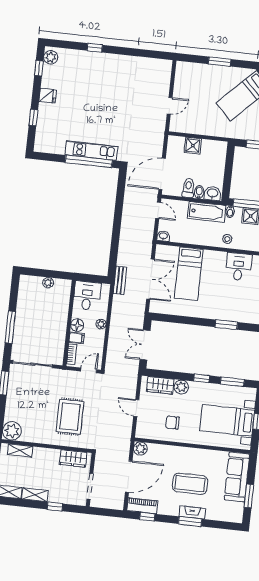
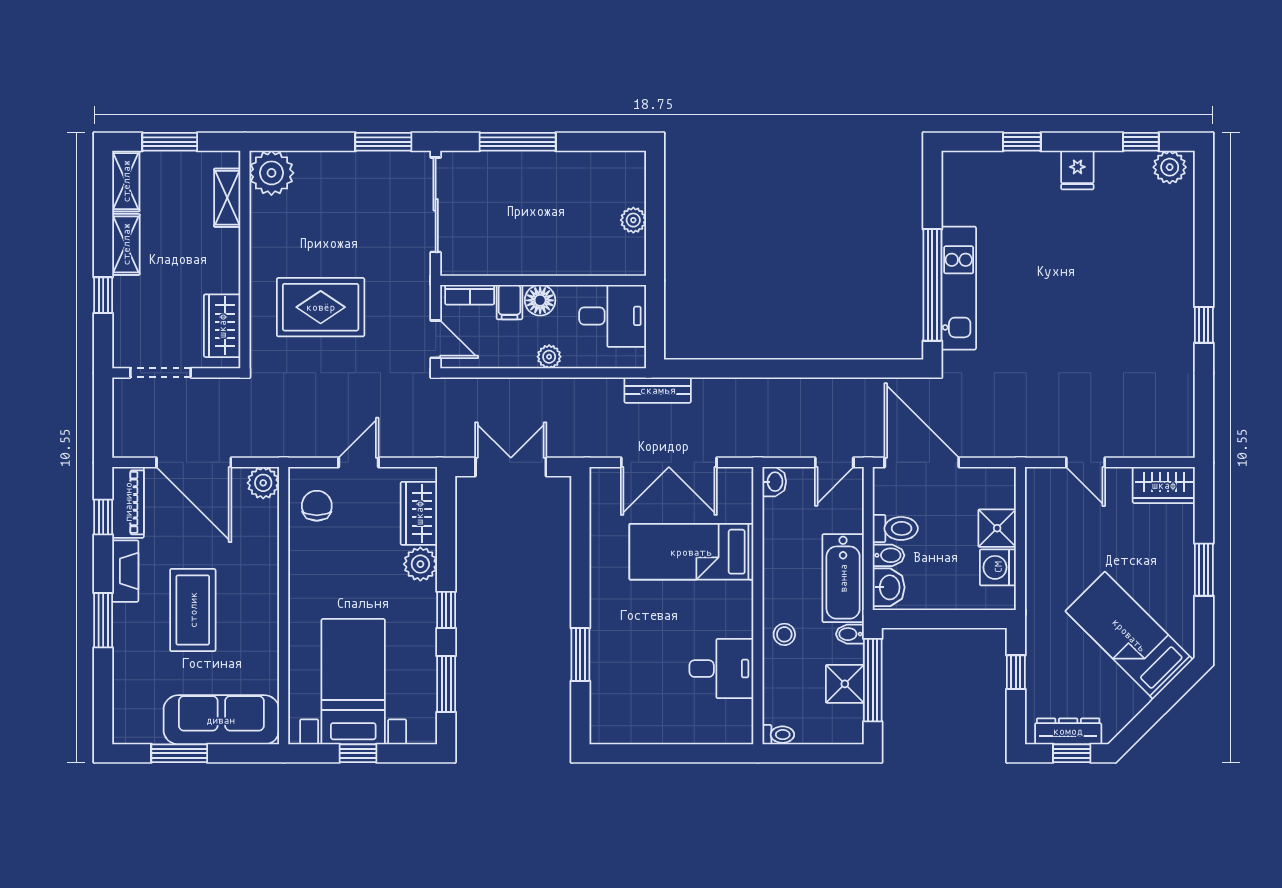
window: (95, 48) -> (1204, 325), moved
wardrobe: (183, 74) -> (1164, 485), added
washing machine: (209, 147) -> (998, 567), added
chair: (172, 423) -> (317, 506), moved
fireplace: (192, 512) -> (125, 571), moved

